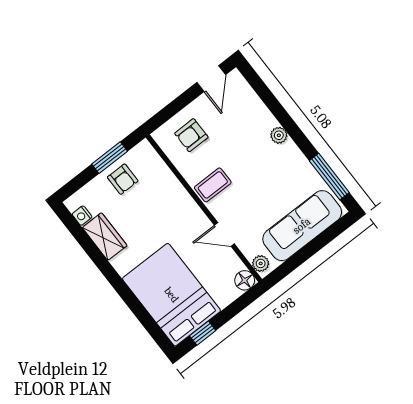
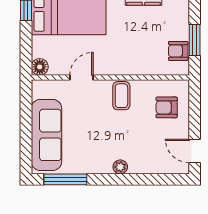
armchair: (191, 135) -> (167, 107), turned -90
armchair: (123, 179) -> (178, 51), moved
plant: (261, 263) -> (43, 87), removed

